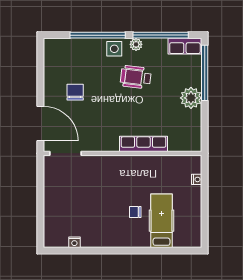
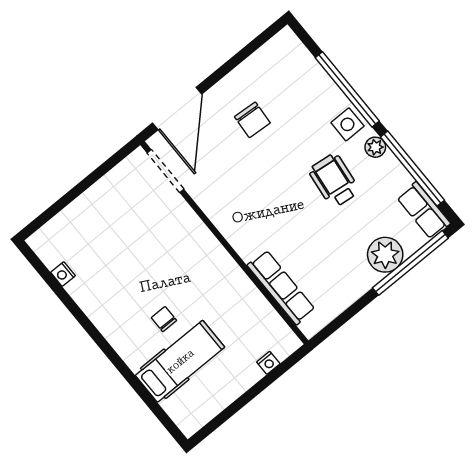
chair: (75, 92) -> (252, 120), turned 94
plant: (191, 98) -> (385, 255), moved
row of seats: (143, 144) -> (281, 287), moved

